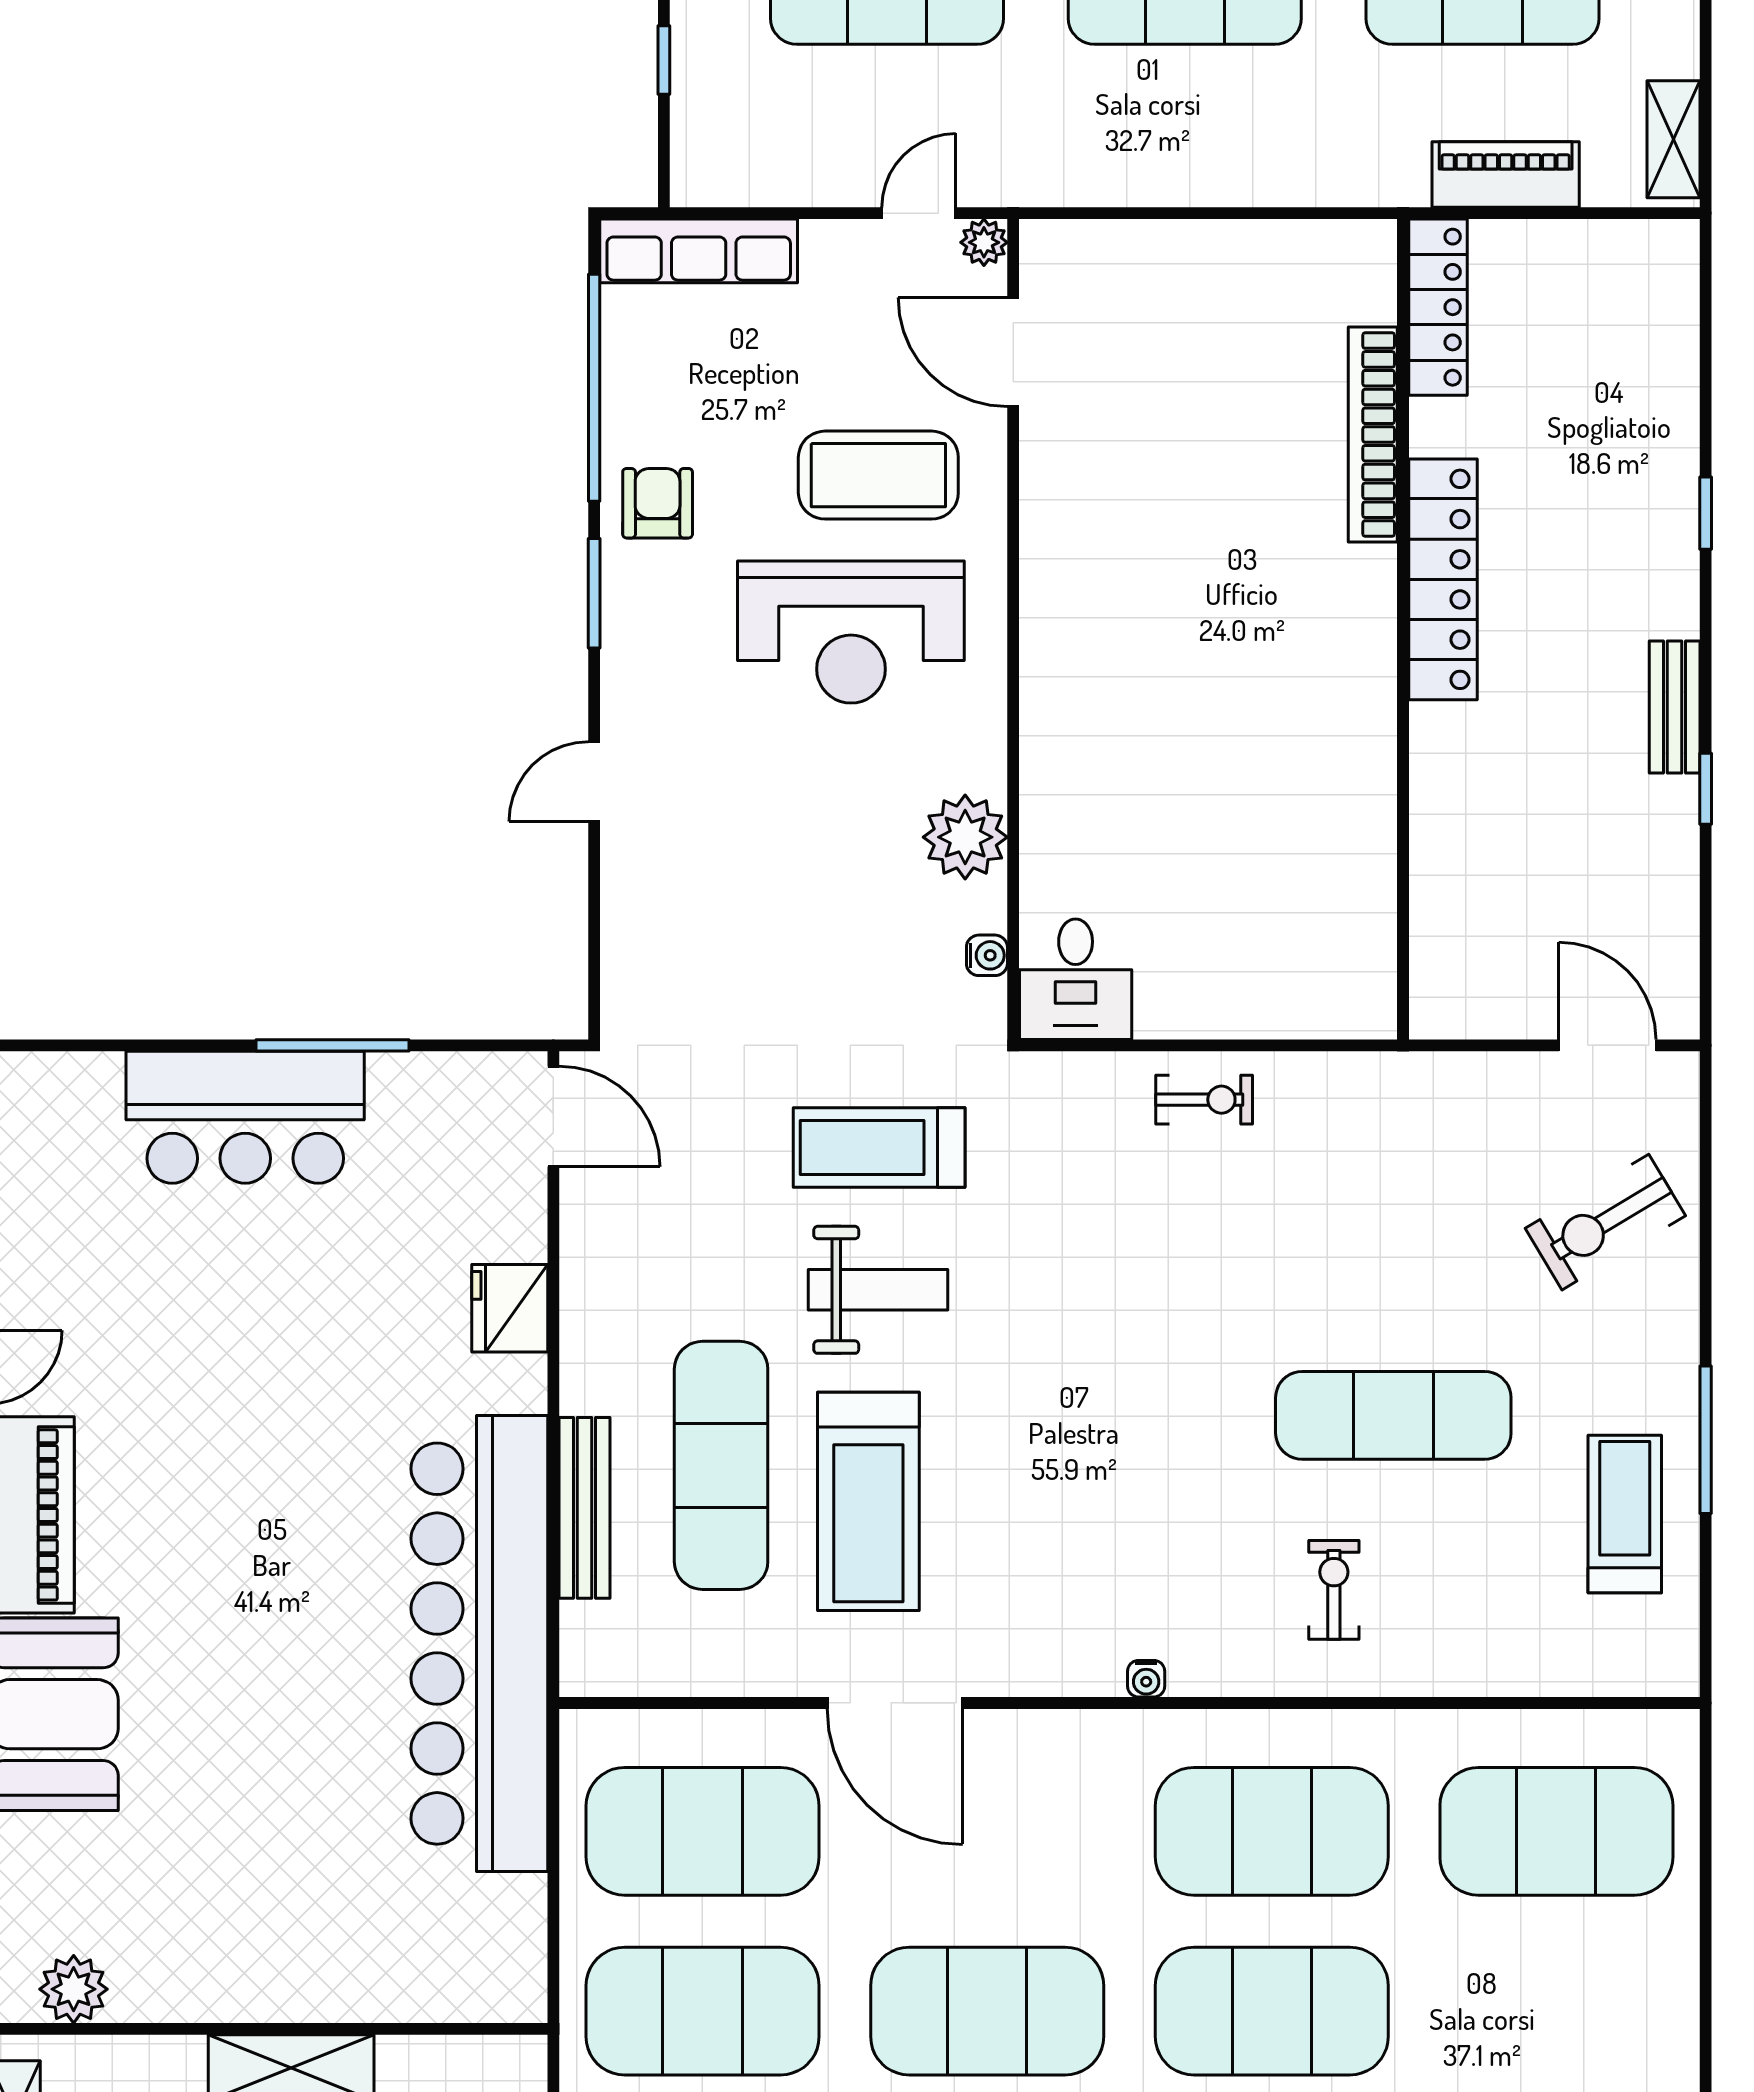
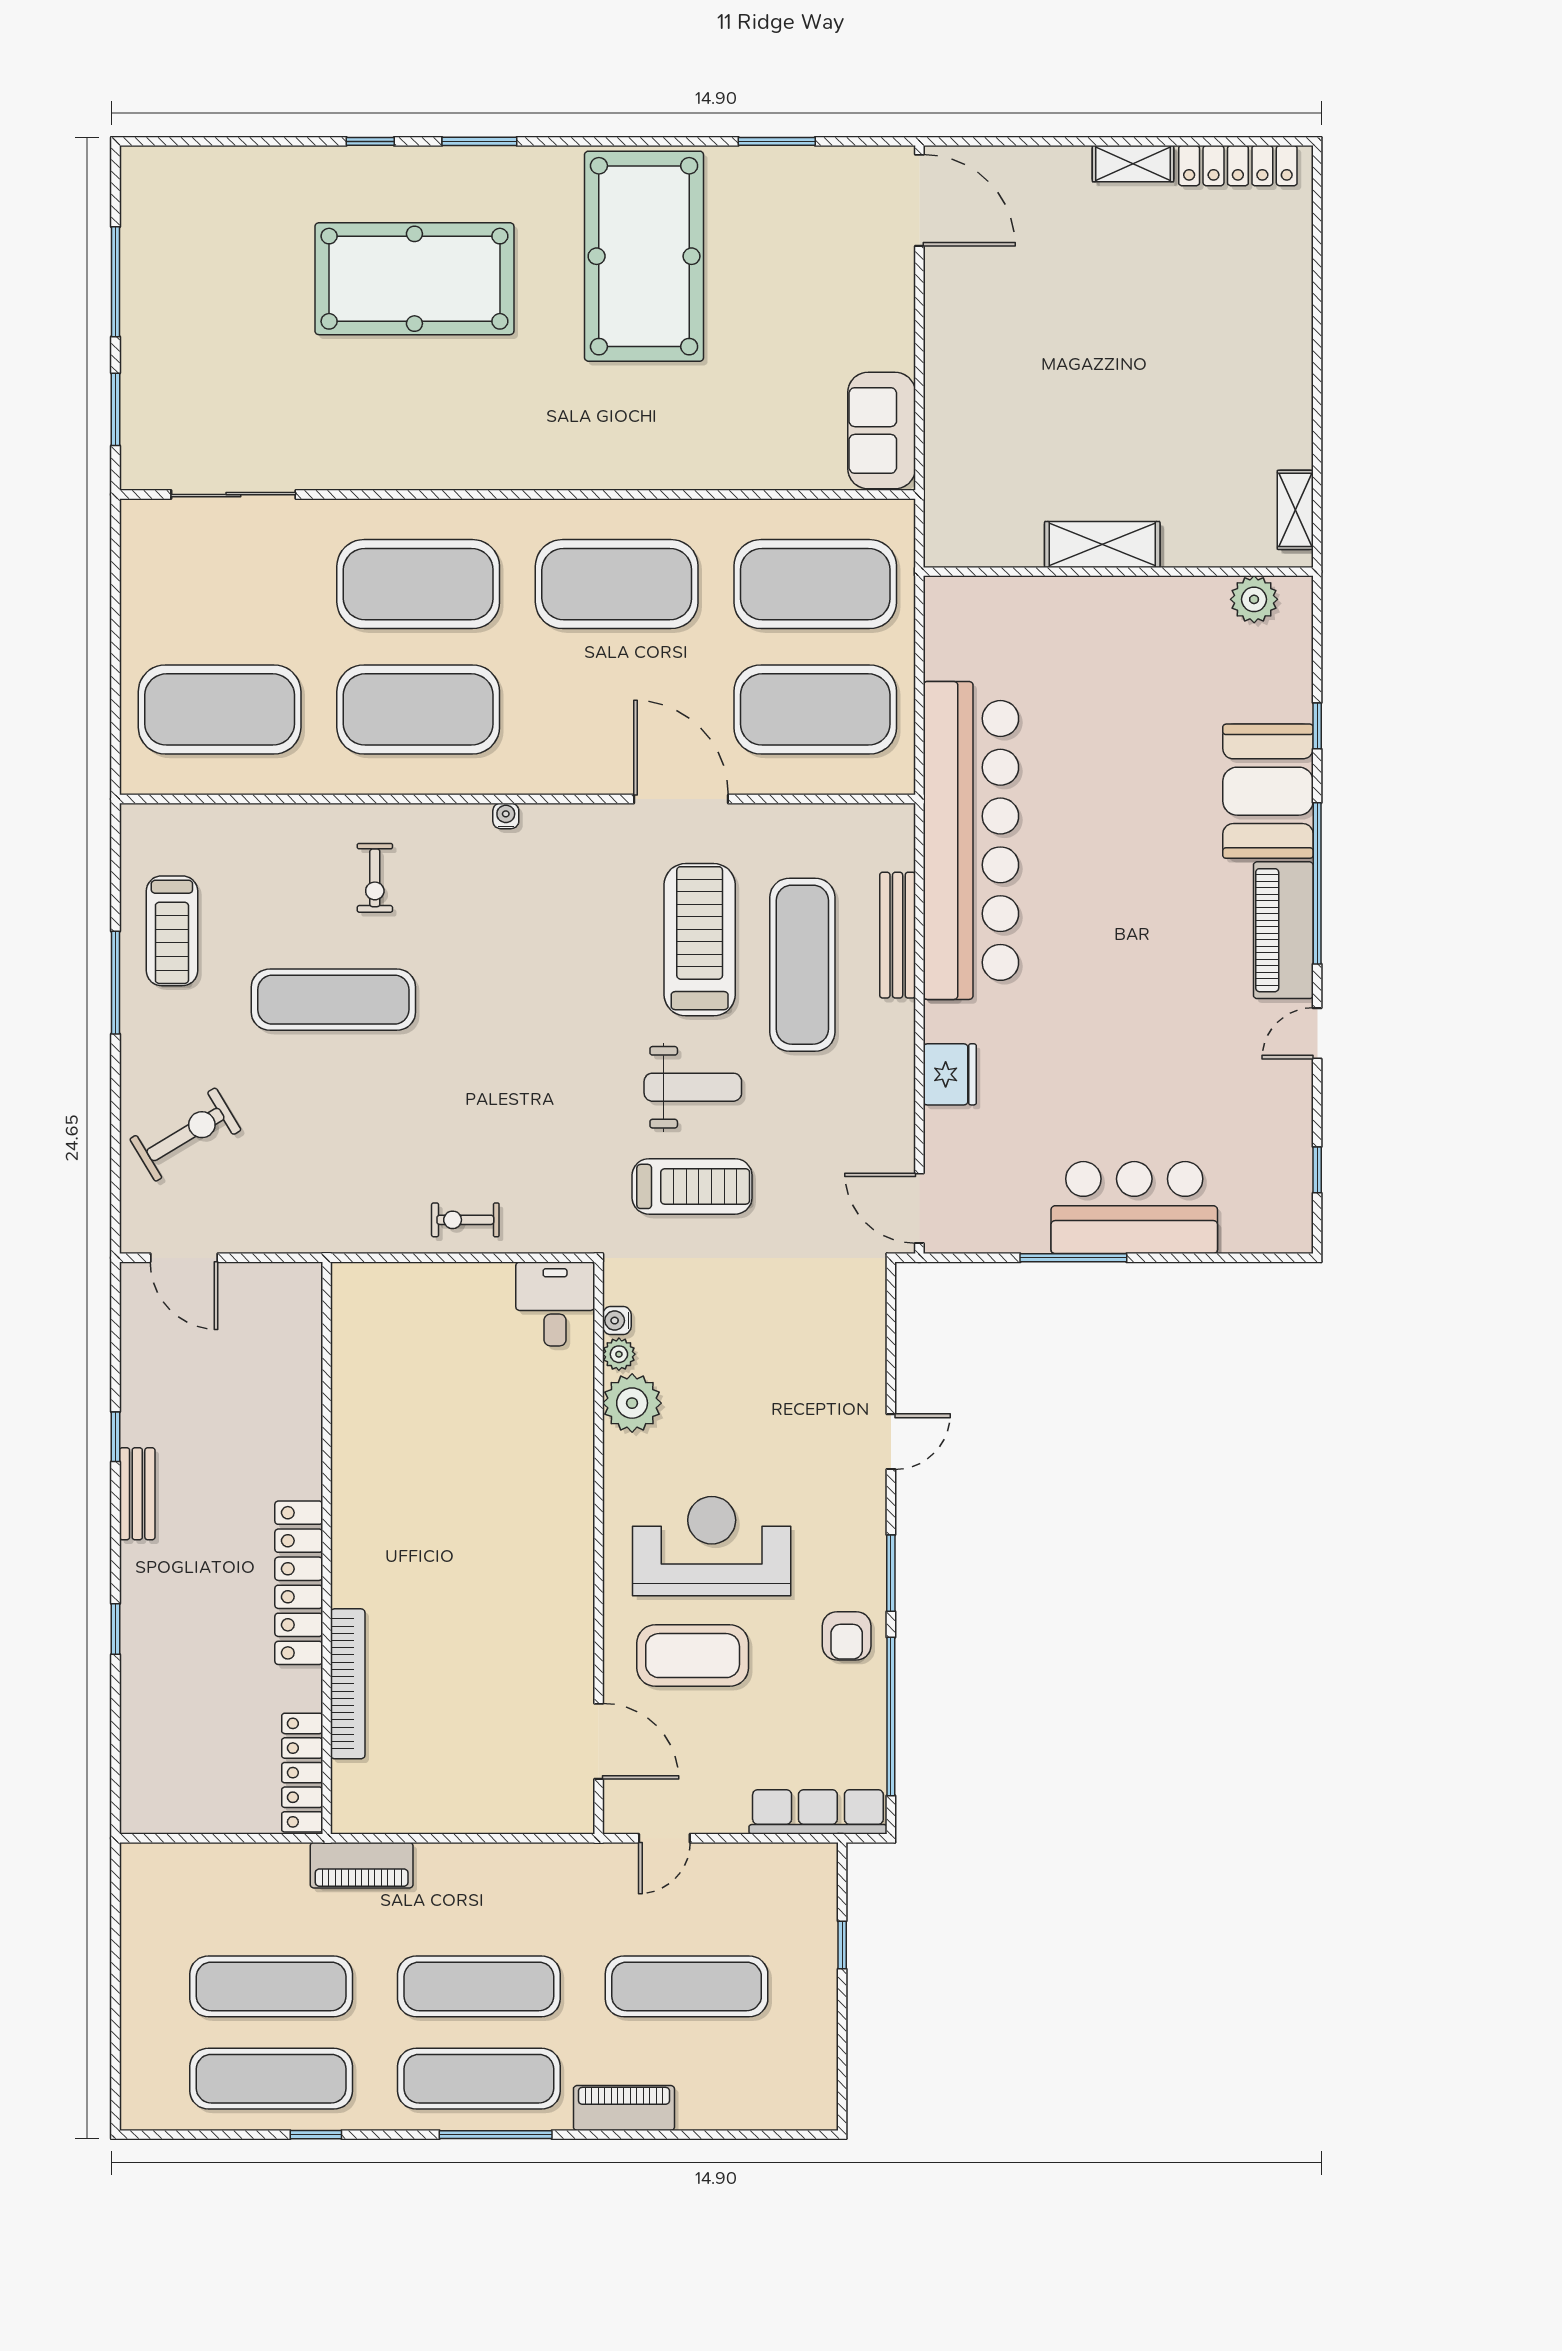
shelving: (1673, 139) -> (138, 1890), removed
piano: (1506, 174) -> (362, 1865), moved
plant: (984, 242) -> (619, 1354), moved
weight bench: (878, 1290) -> (693, 1087), turned 180

